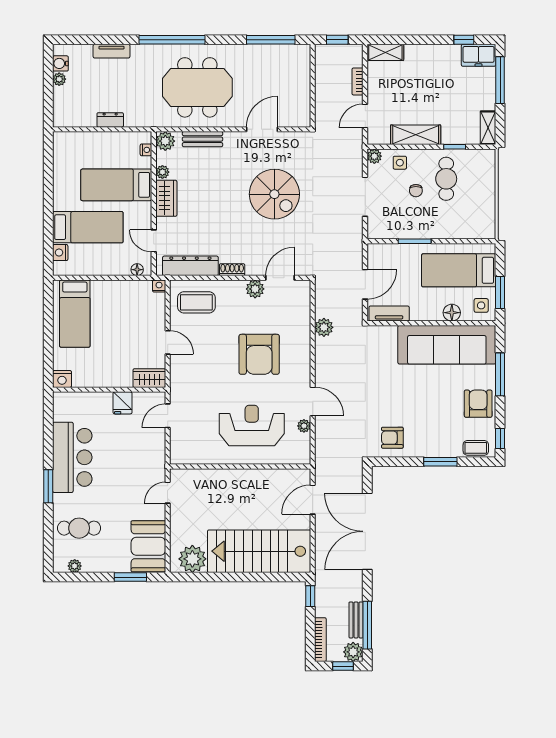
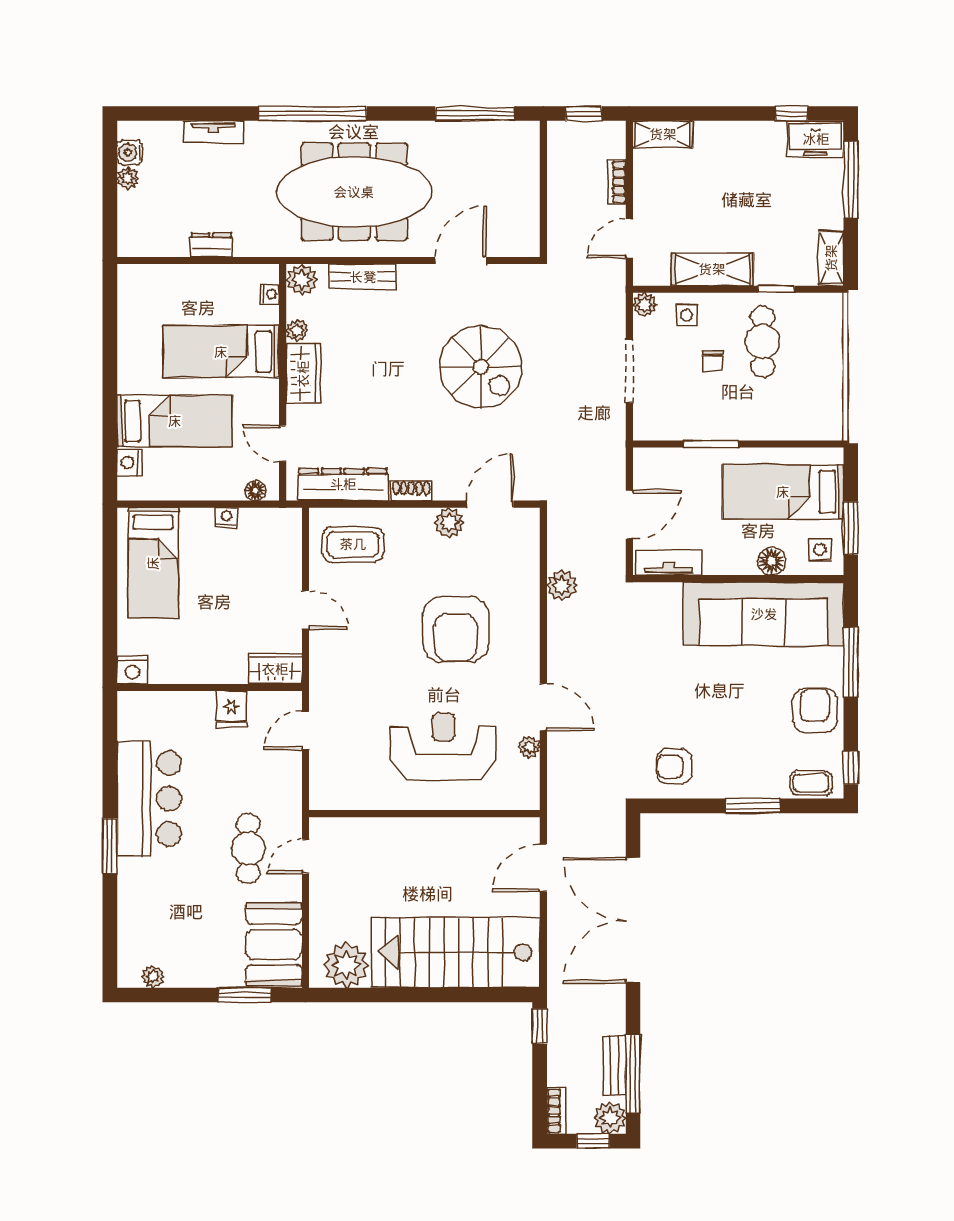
meeting table: (197, 87) -> (354, 192), width x1.36
nightstand: (159, 286) -> (226, 518), moved
cafe table: (79, 528) -> (248, 848), moved, turned 90
bookcase: (320, 640) -> (556, 1111), width x0.64

